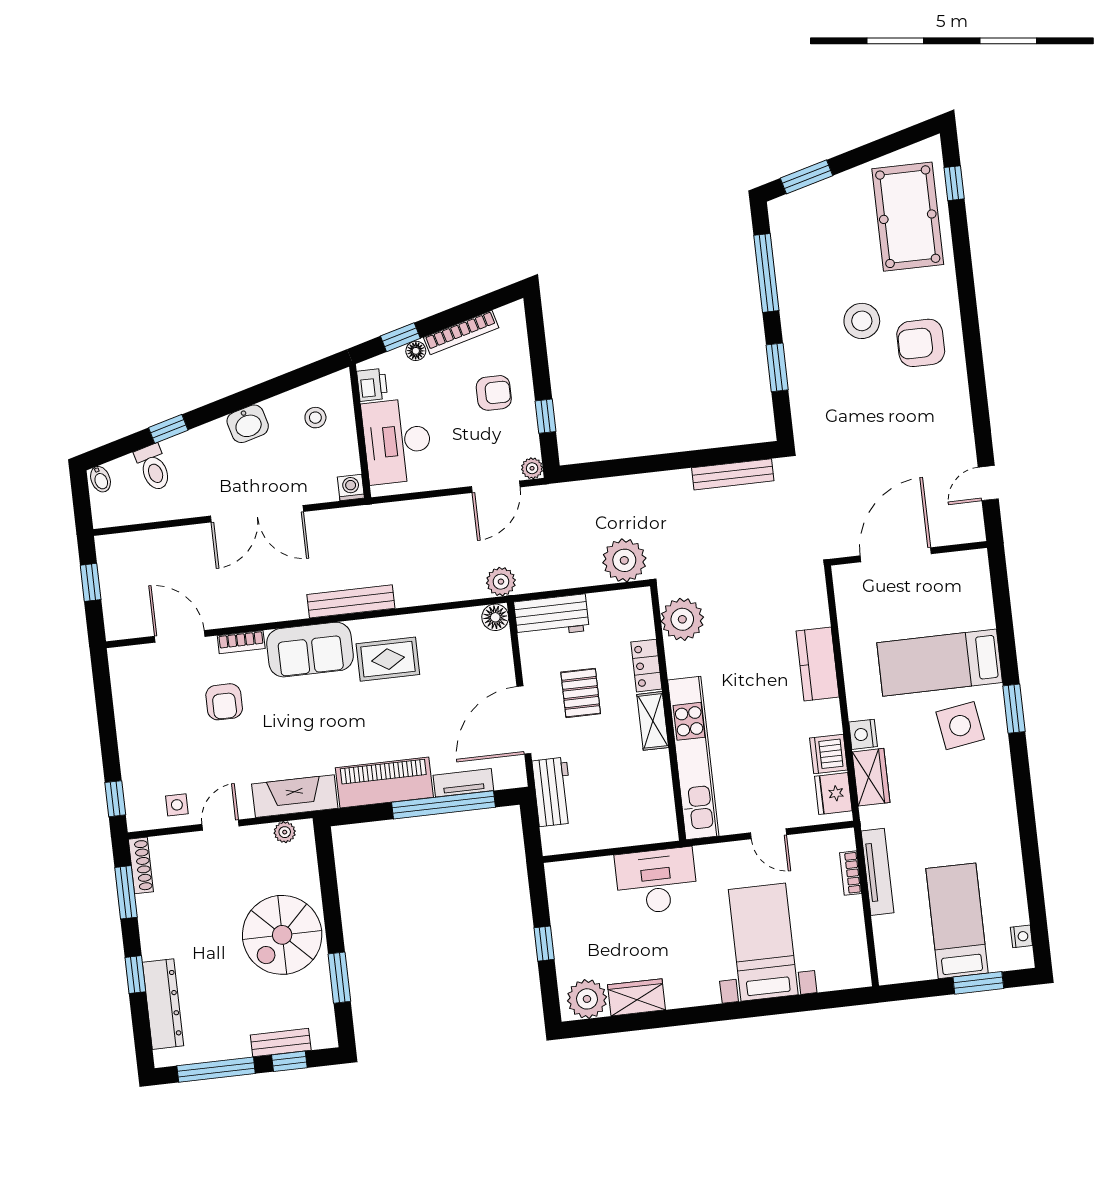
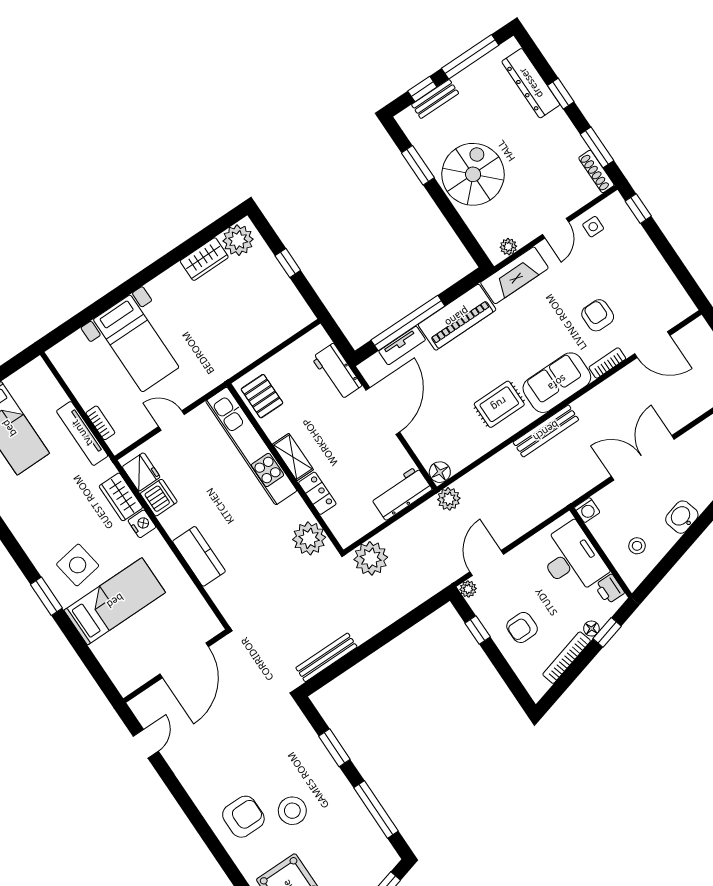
pallet: (581, 693) -> (262, 396), moved
desk: (656, 881) -> (232, 347), removed

